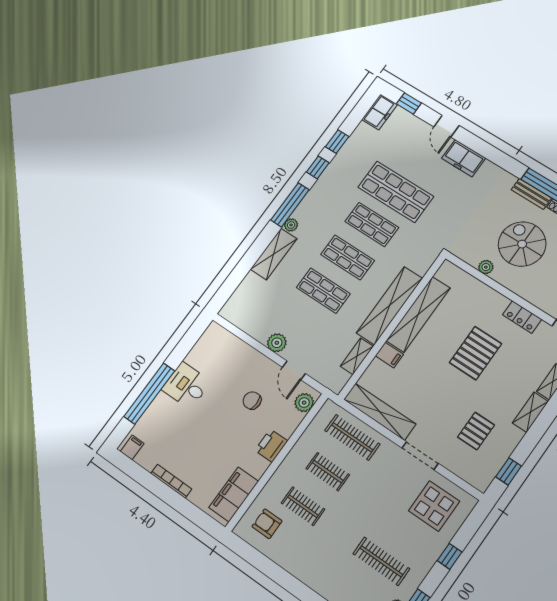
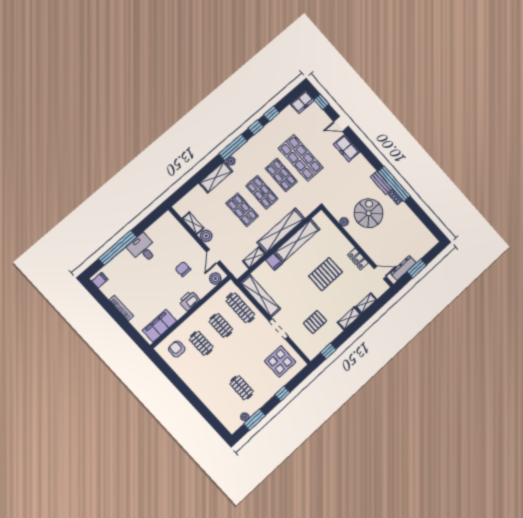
door: (446, 126) -> (341, 124), hinge flipped
shelving: (253, 329) -> (193, 223), added
clothes rail: (381, 561) -> (242, 388), width x0.73

